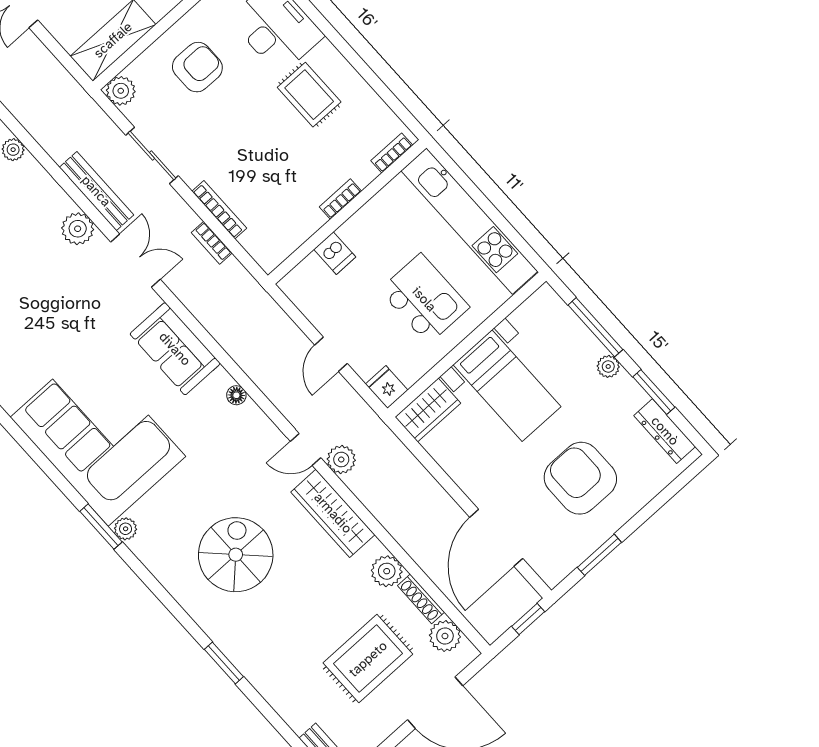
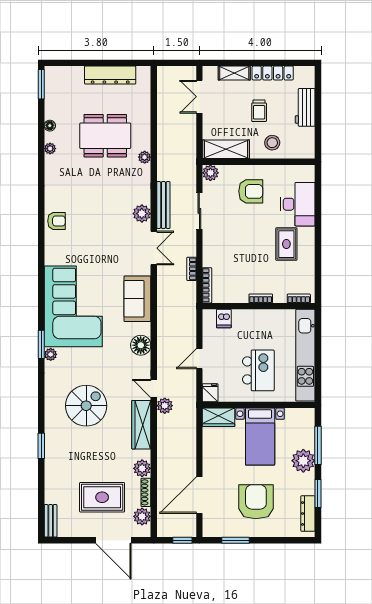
bookcase: (219, 210) -> (207, 285), moved
dishwasher: (335, 253) -> (224, 319), moved
plant: (608, 366) -> (303, 461), width x1.87, depth x1.87
floor lamp: (236, 395) -> (141, 345), width x1.89, depth x1.89

